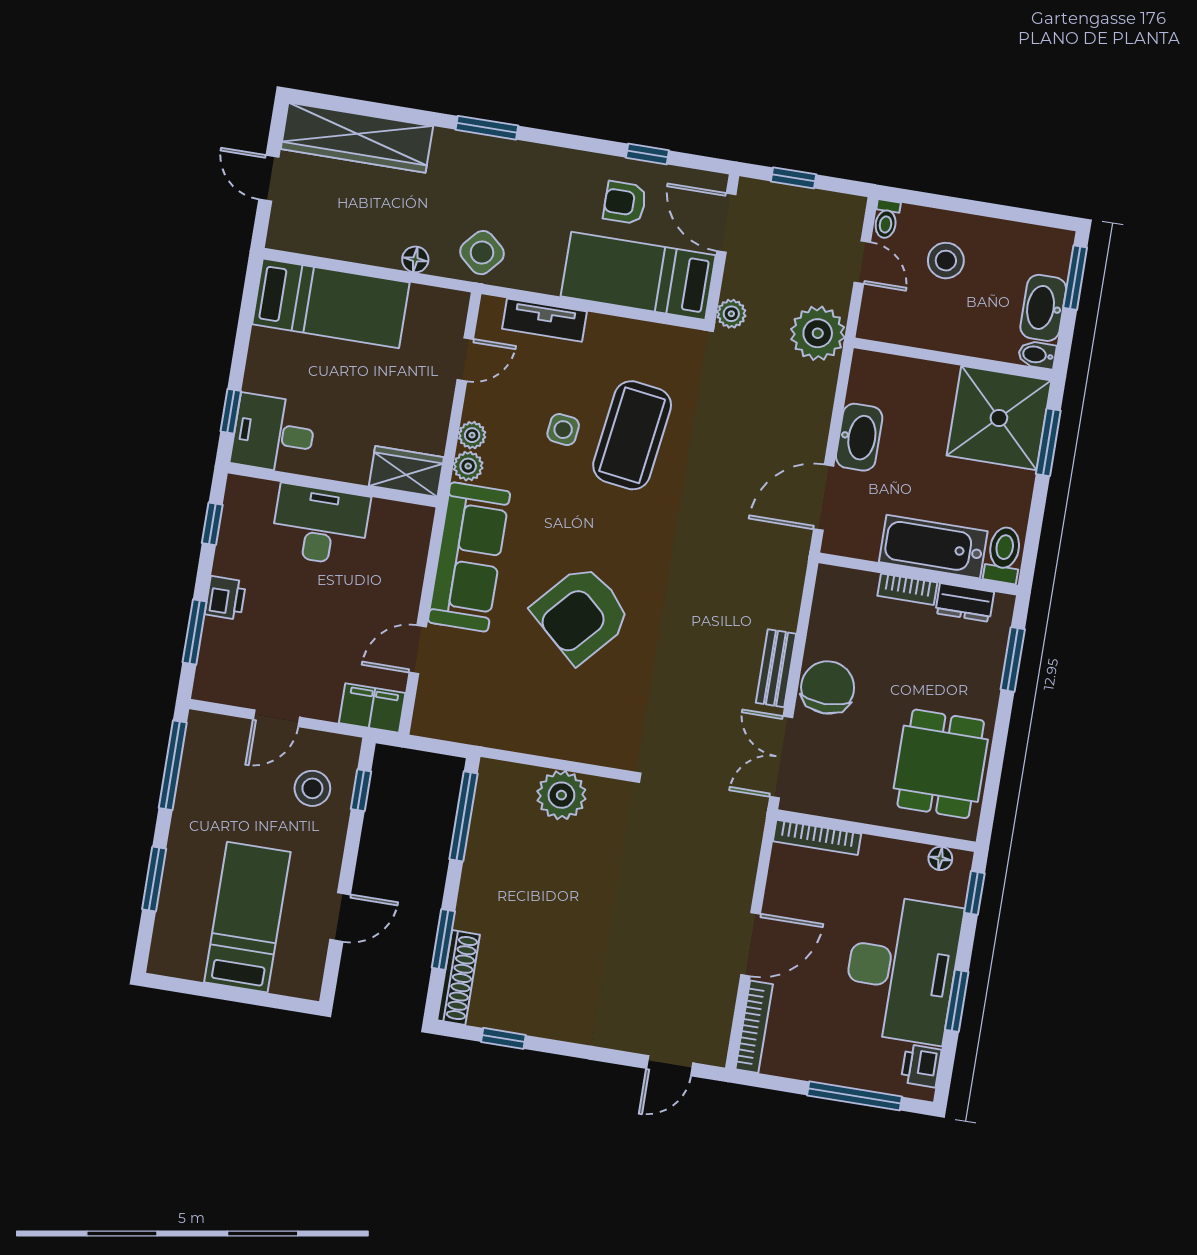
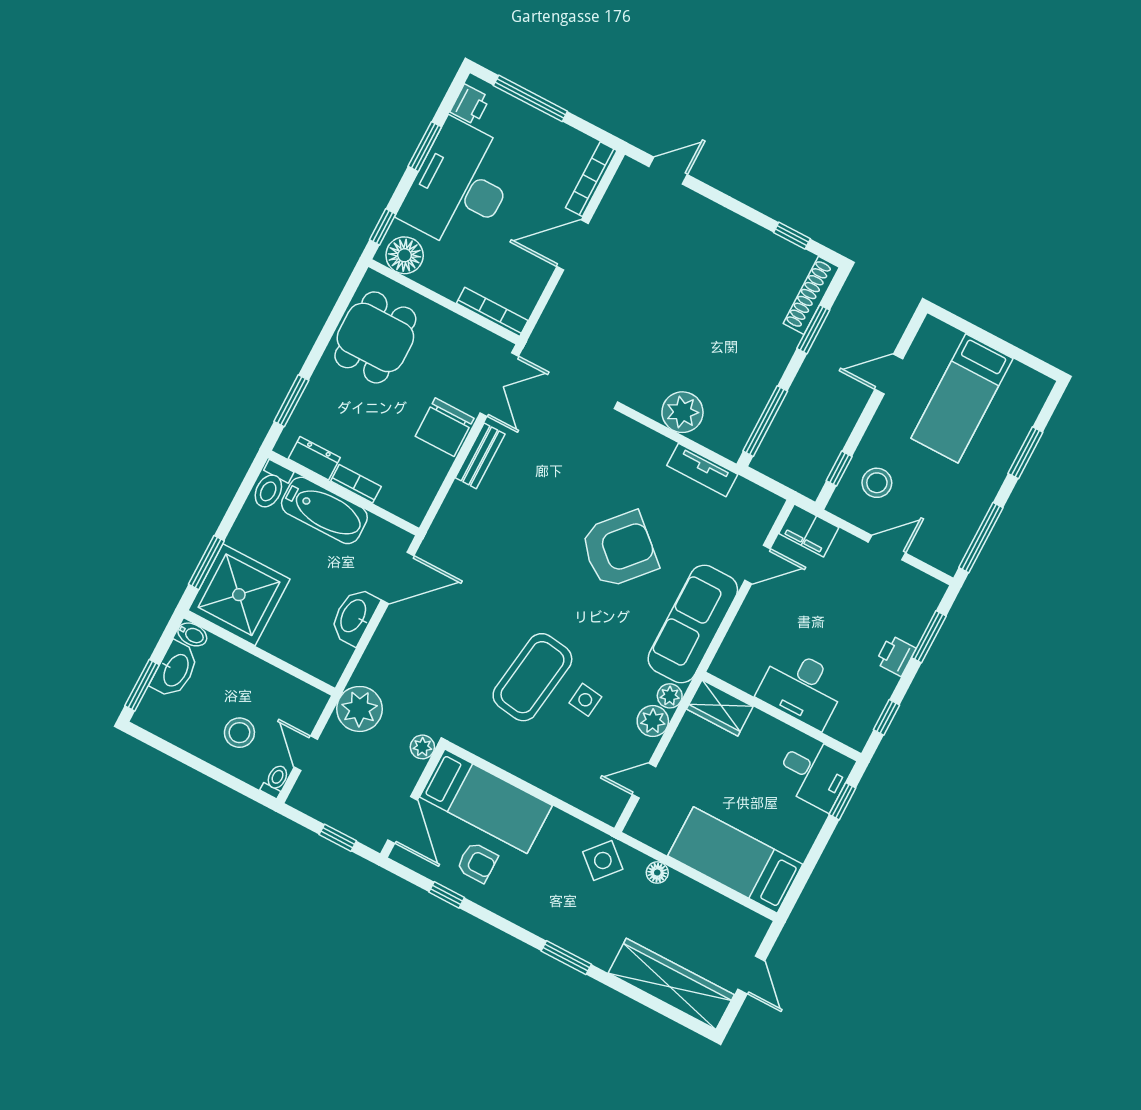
tv unit: (544, 320) -> (702, 470), moved, turned 180
plant: (472, 435) -> (653, 721), width x1.38, depth x1.38
floor lamp: (940, 858) -> (405, 255), width x1.89, depth x1.89

